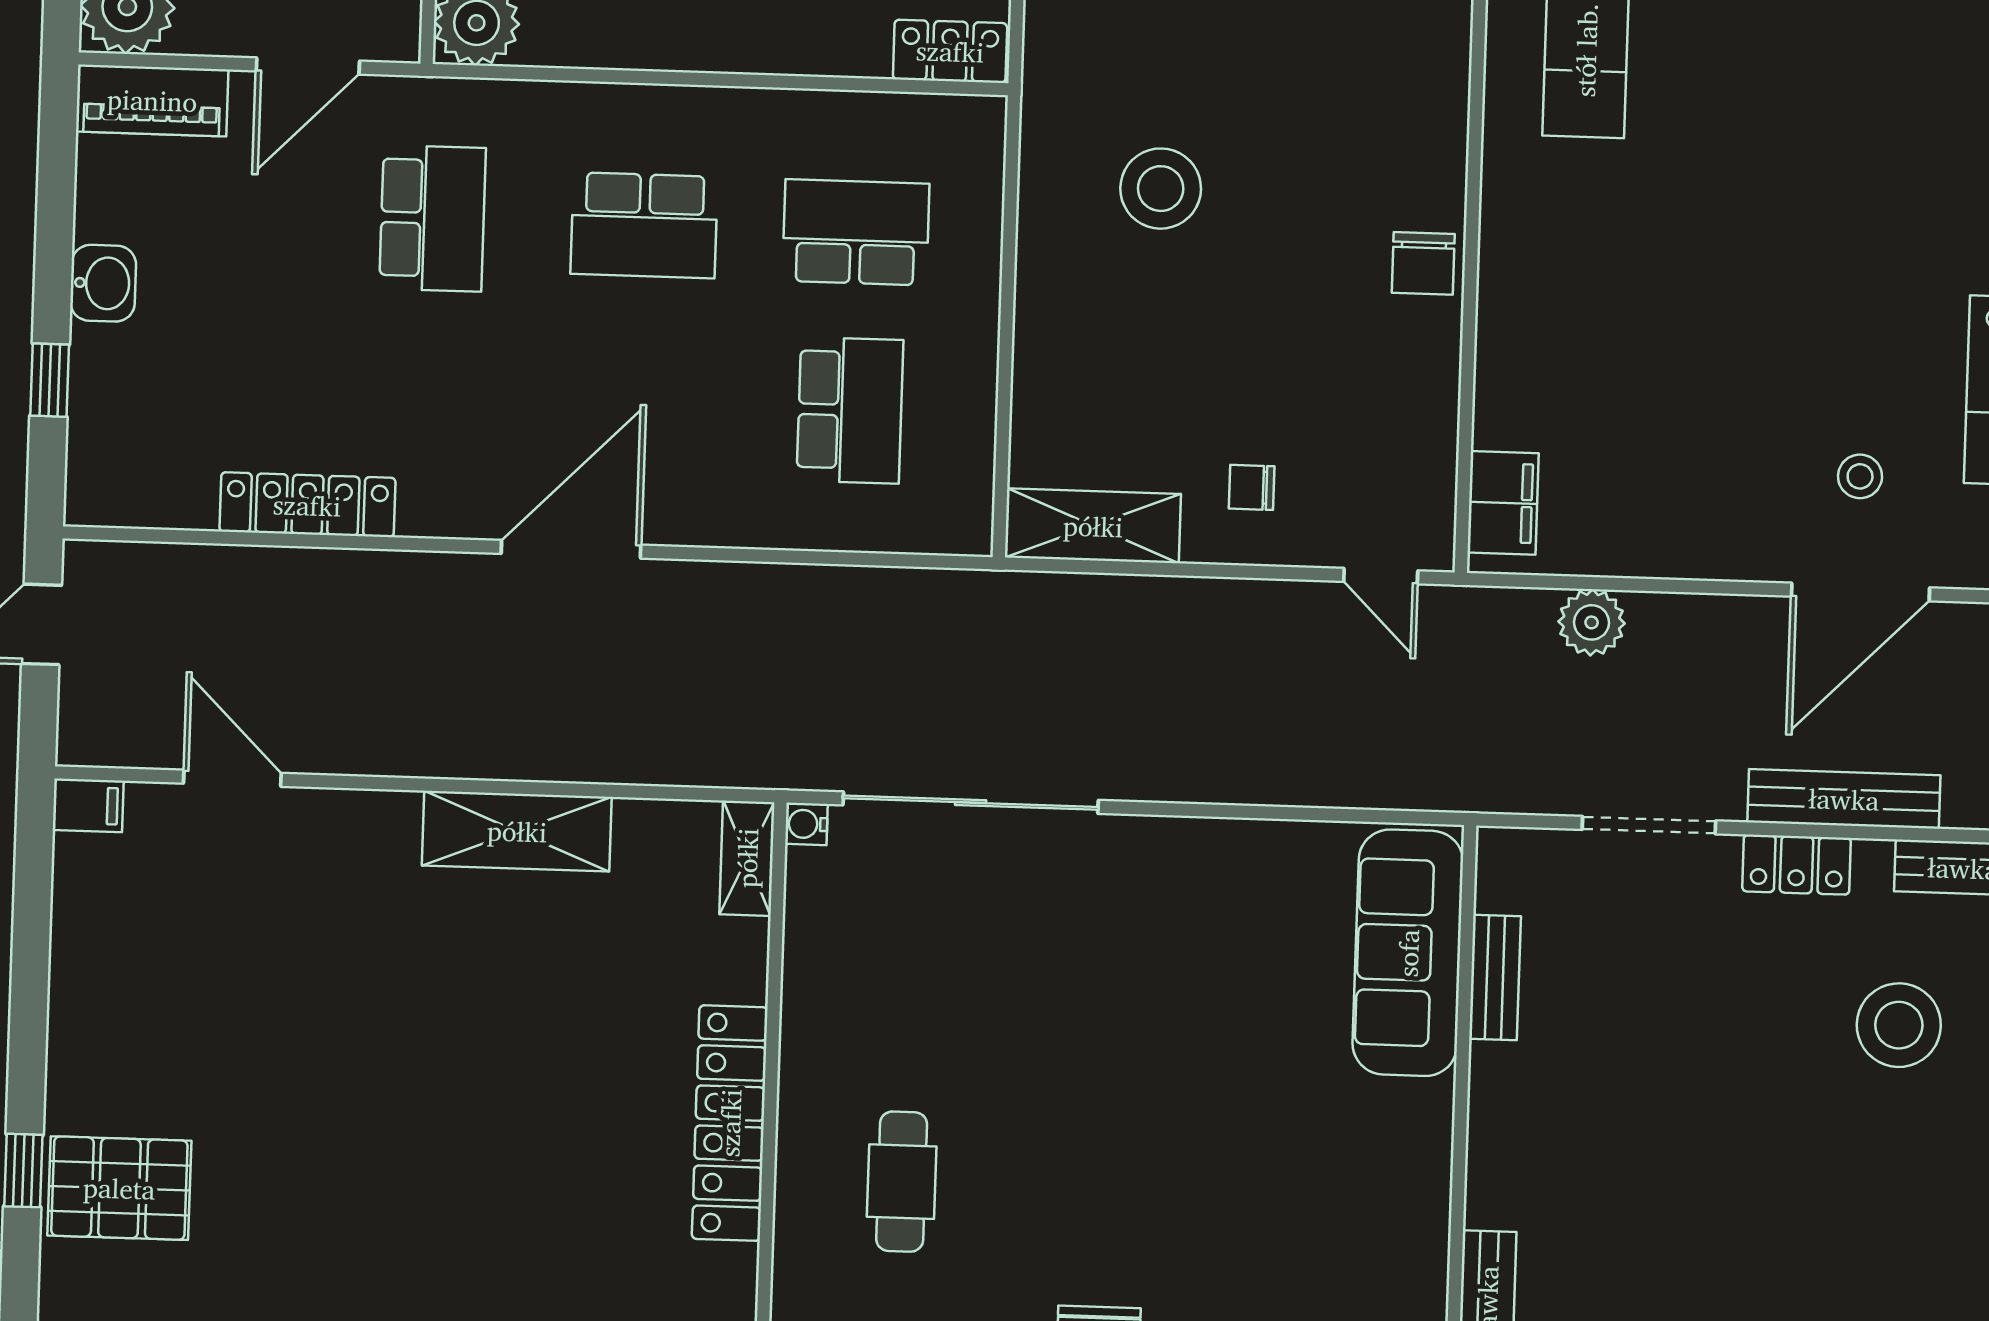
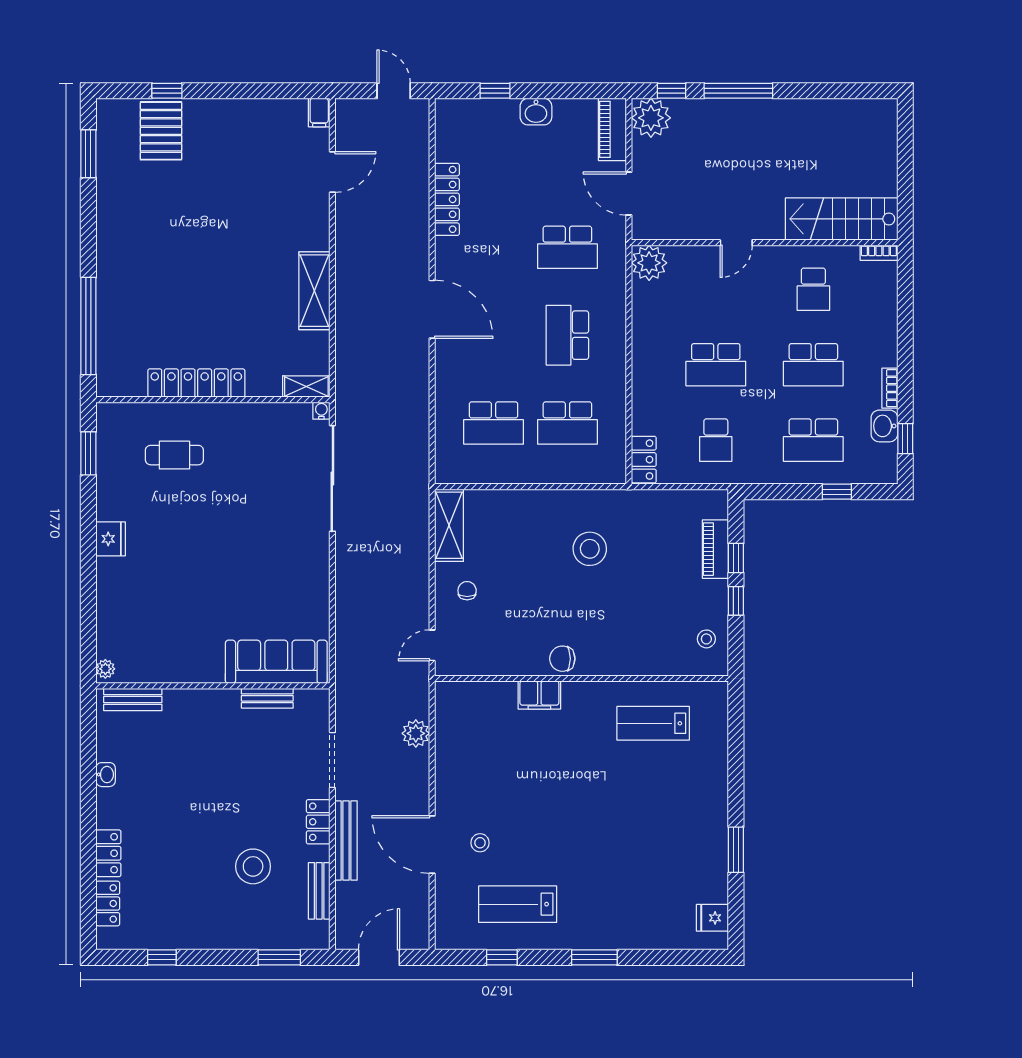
school desk: (856, 232) -> (567, 423), turned 90
filing cabinet: (1503, 503) -> (539, 695), moved

